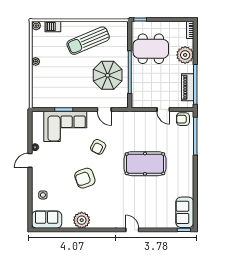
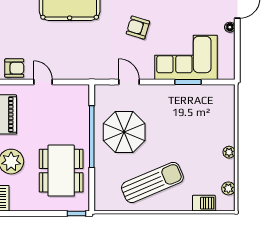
plant: (36, 26) -> (228, 188), moved
dining table: (151, 49) -> (61, 171), turned 90
armchair: (98, 147) -> (138, 28), turned -101

